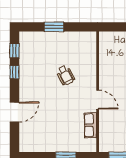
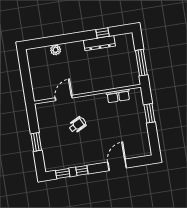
door: (98, 100) -> (64, 98), moved
door: (14, 112) -> (117, 165), hinge flipped

